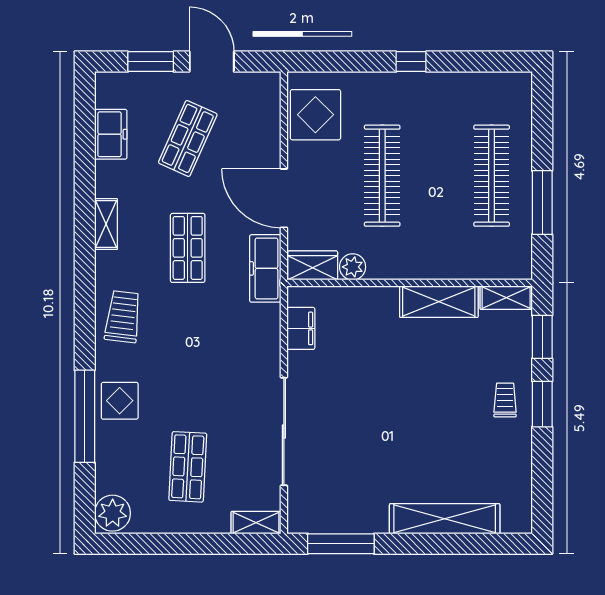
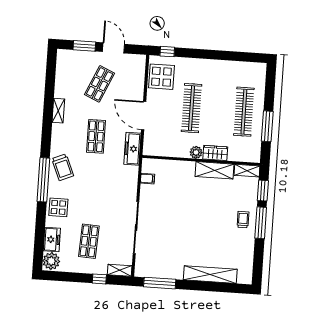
window: (411, 62) -> (167, 52), moved
freezer: (111, 134) -> (52, 239), moved
shelving: (106, 224) -> (58, 111), moved
wardrobe: (313, 265) -> (215, 153), moved
plant: (353, 267) -> (196, 152), moved
trolley: (123, 317) -> (63, 167), turned 150
filing cabinet: (301, 328) -> (148, 179), width x0.50
window: (542, 404) -> (261, 223), width x1.44
window: (85, 416) -> (43, 180), moved
window: (215, 544) -> (99, 279), added

